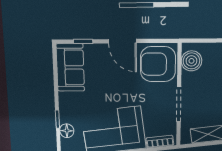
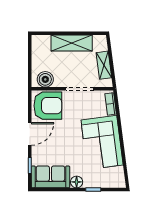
armchair: (158, 64) -> (48, 106), turned -90
floor lamp: (67, 131) -> (77, 182), moved

